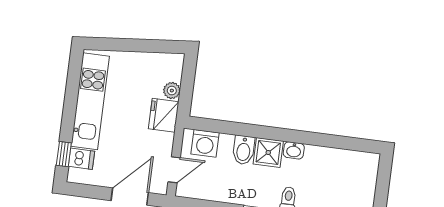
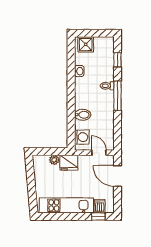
washbasin: (294, 150) -> (79, 71), moved
shower: (268, 152) -> (86, 44), moved

